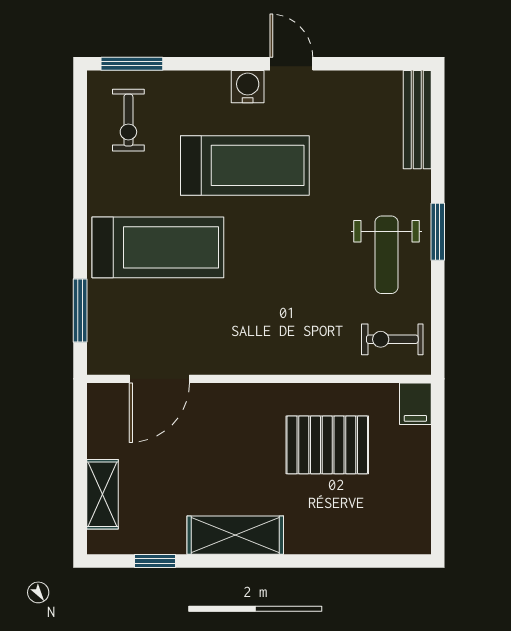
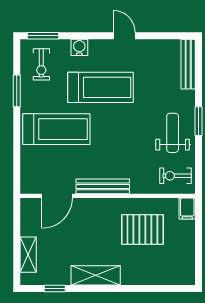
water cooler: (248, 87) -> (79, 47), moved
weight bench: (387, 255) -> (173, 133), turned 180
window: (80, 311) -> (17, 91), moved
bench: (249, 360) -> (103, 186), added

